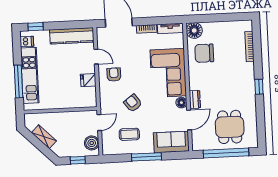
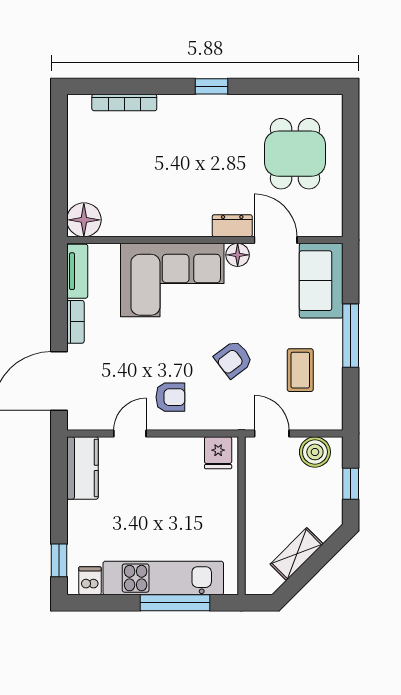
kitchen counter: (72, 36) -> (83, 468), width x0.67
chair: (204, 53) -> (134, 201), removed
armchair: (114, 75) -> (170, 397), turned 180
fridge: (88, 80) -> (218, 453), moved
dining table: (230, 127) -> (295, 154), turned 90
window: (226, 153) -> (351, 164), removed

